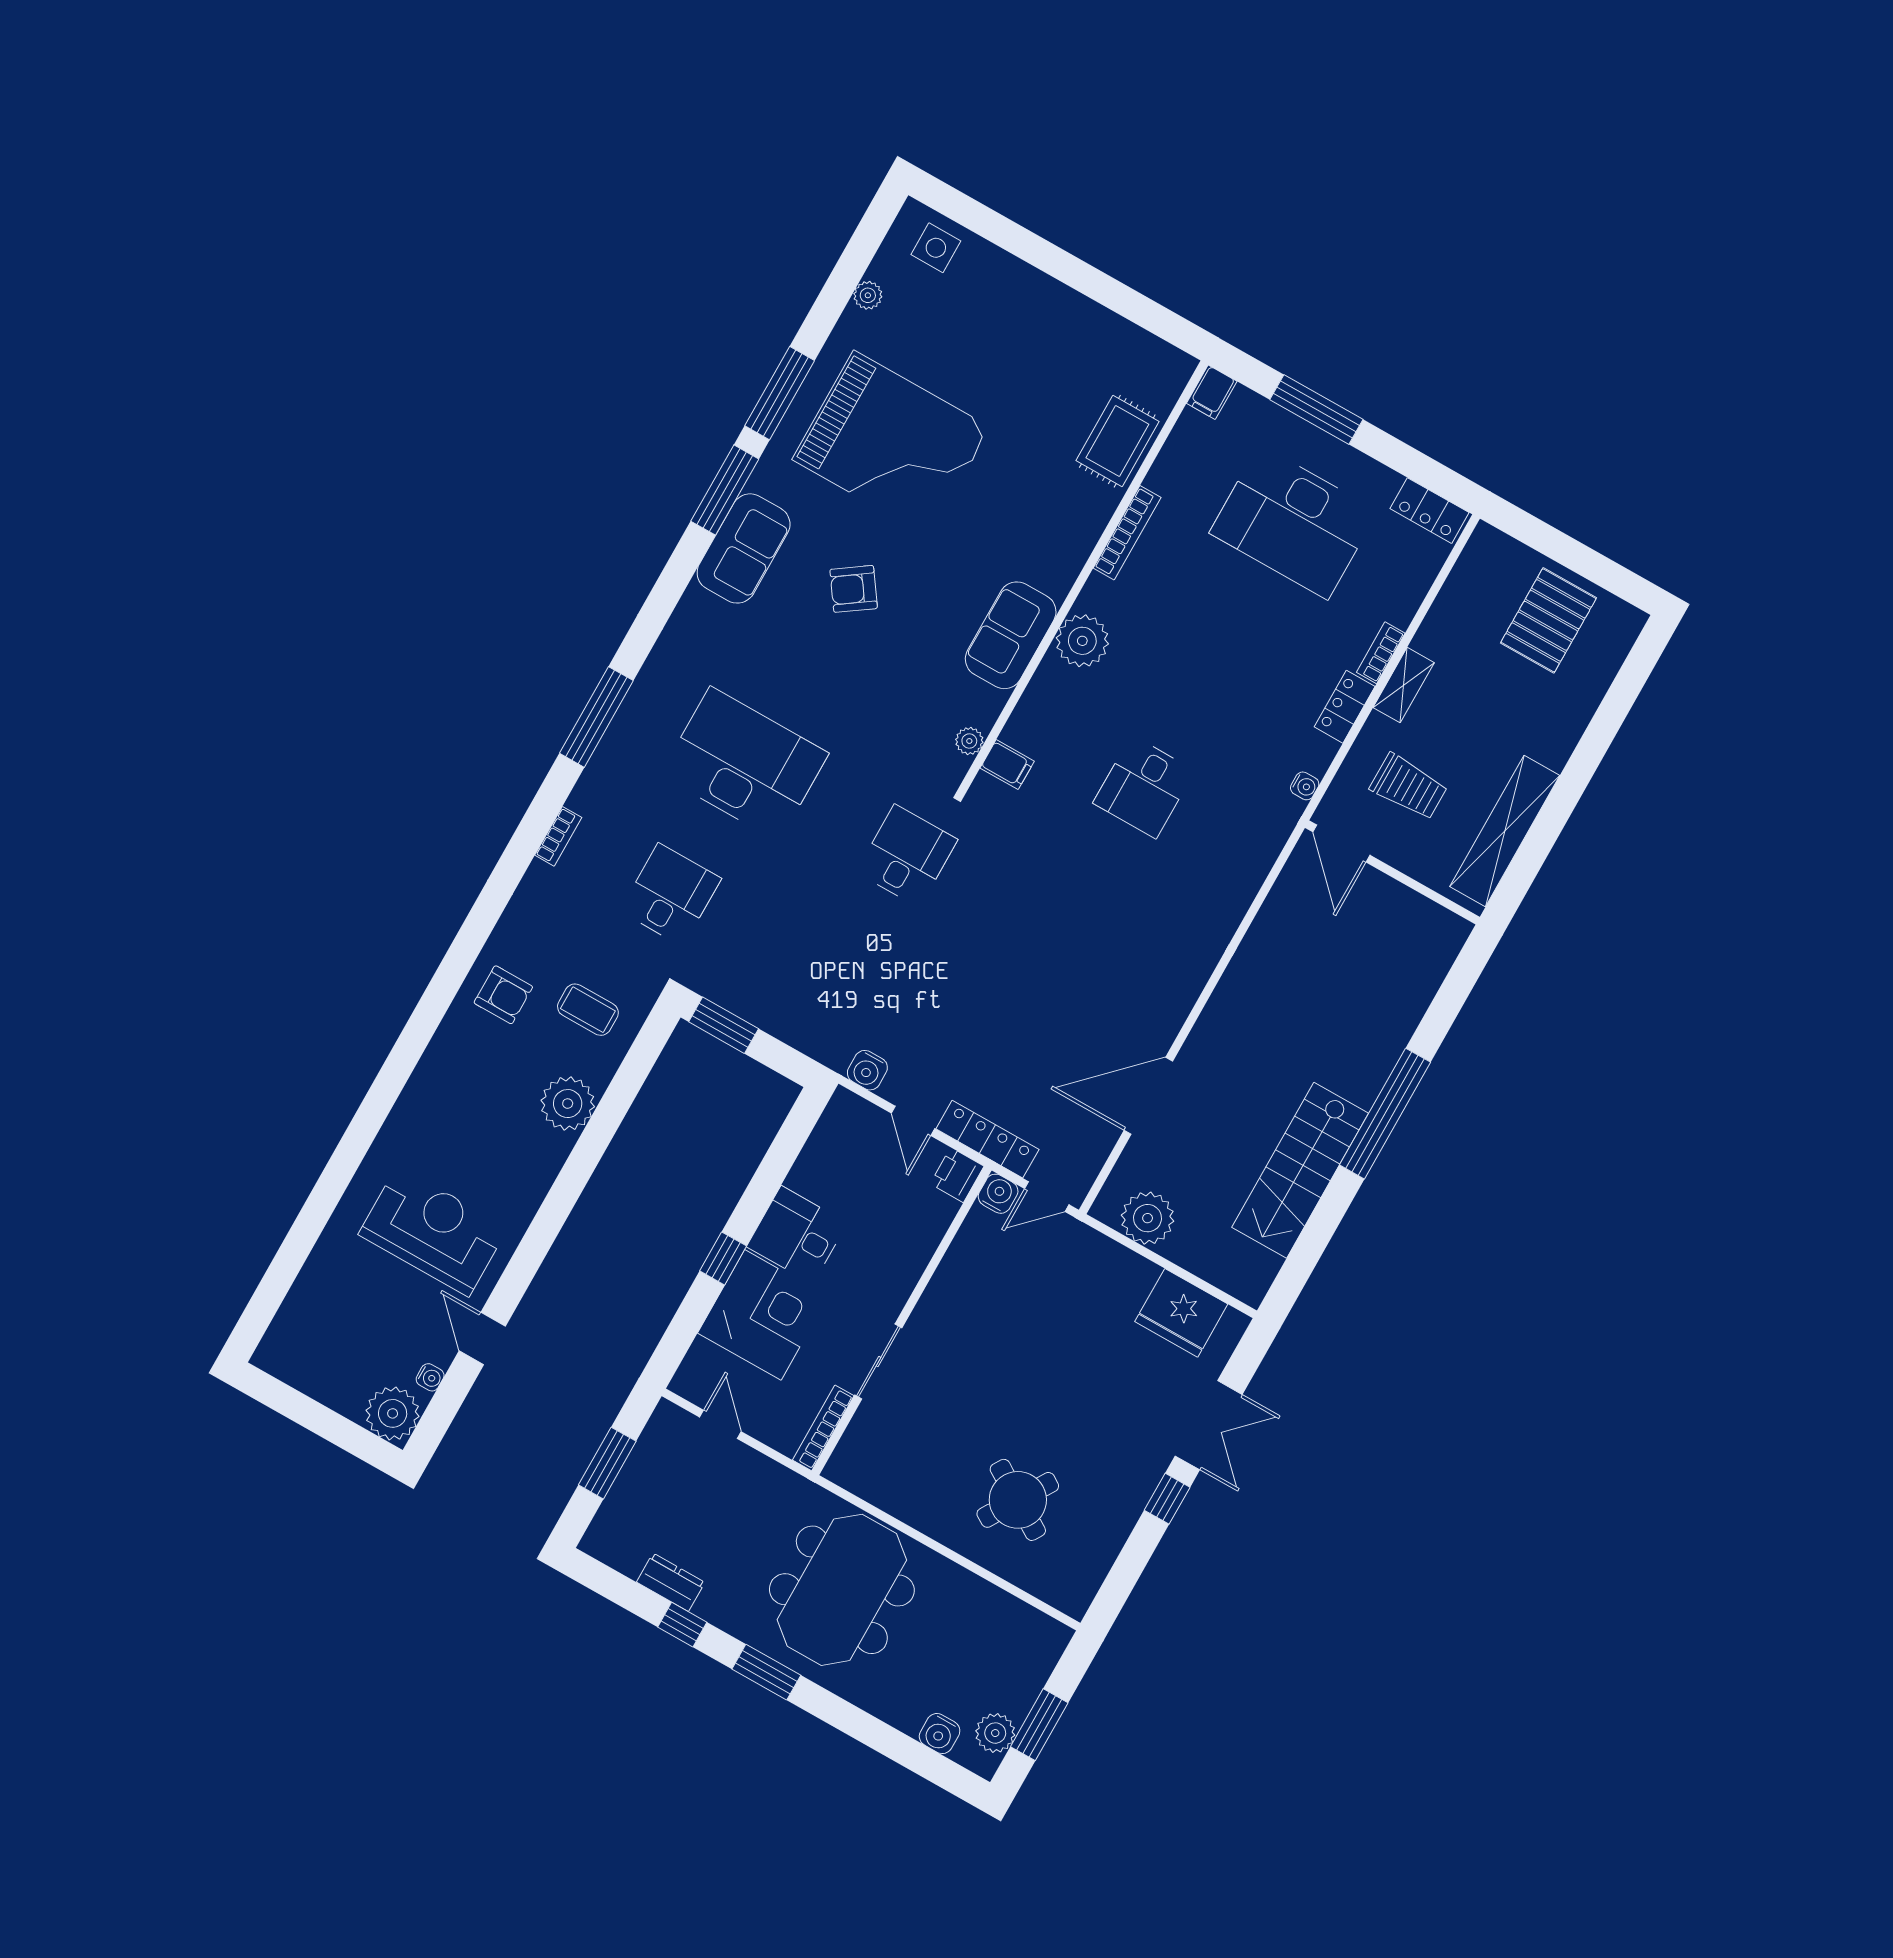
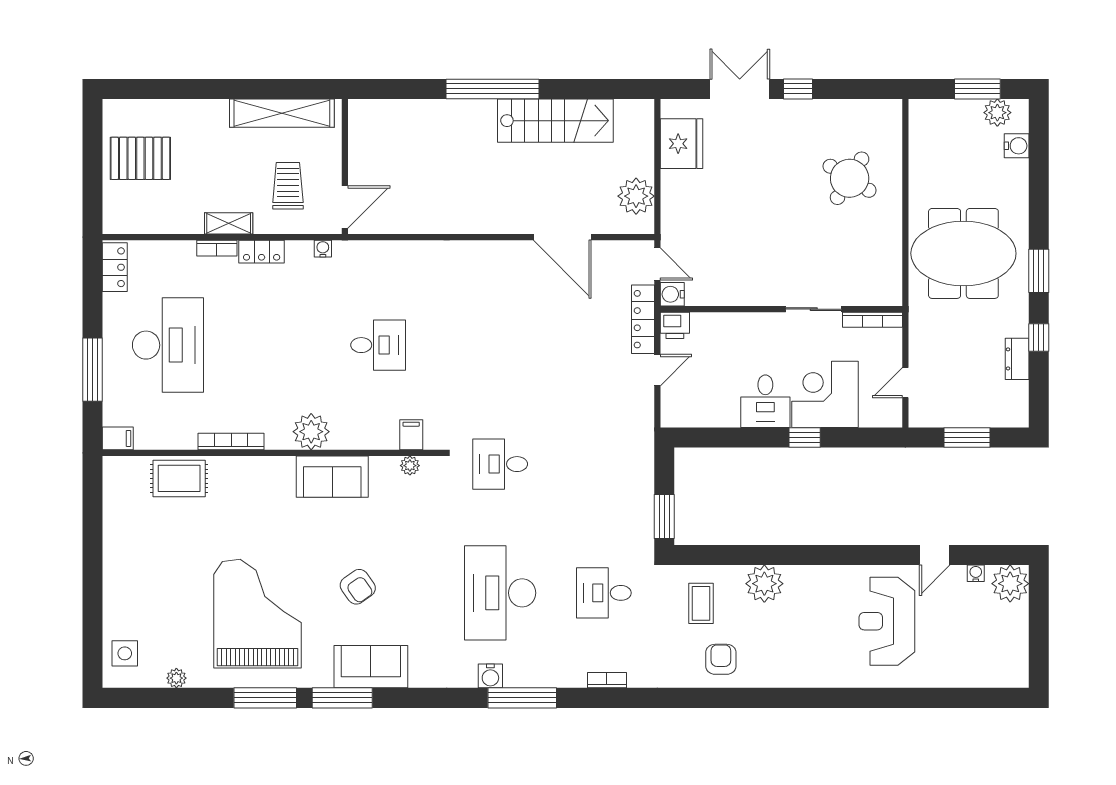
water cooler: (867, 1070) -> (490, 676), moved, turned 90

